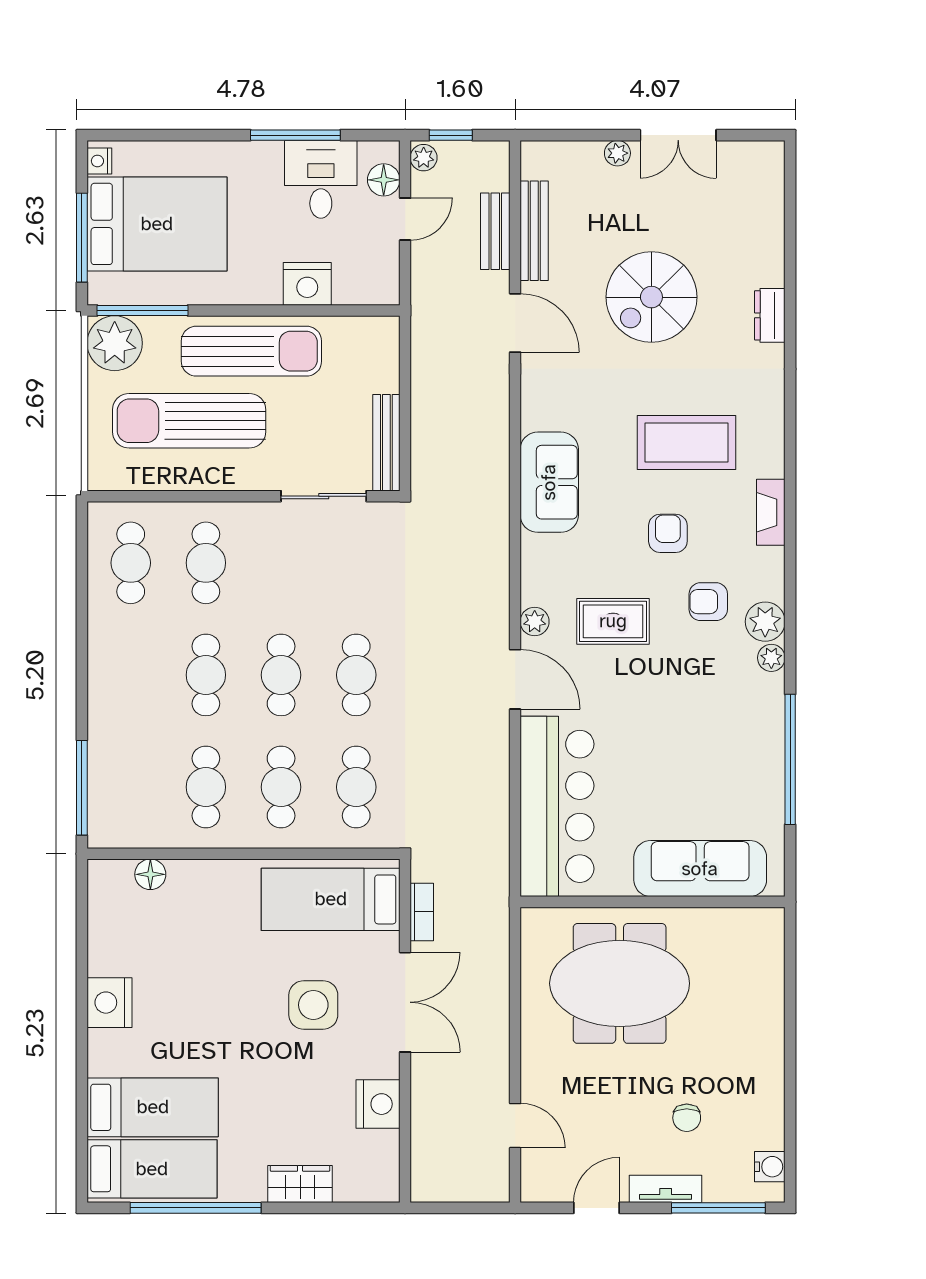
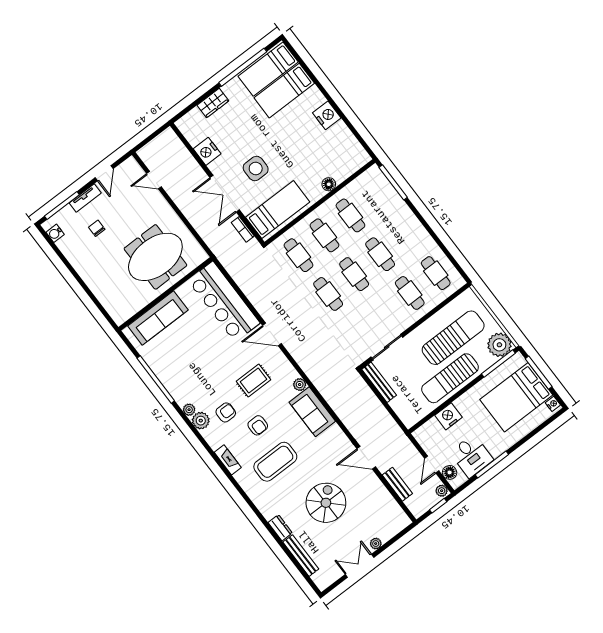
bench: (534, 231) -> (301, 556), moved
plant: (535, 622) -> (300, 385), moved
floor lamp: (150, 874) -> (329, 184), moved

